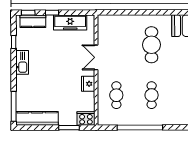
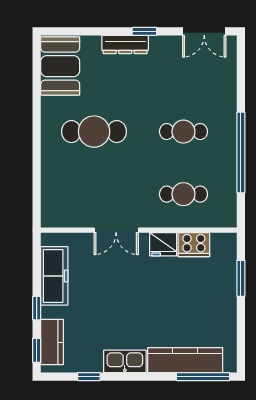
kitchen counter: (37, 118) -> (185, 360), moved, turned 90
cooker: (86, 118) -> (194, 245), moved, turned -90

